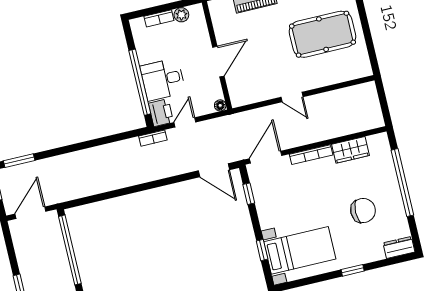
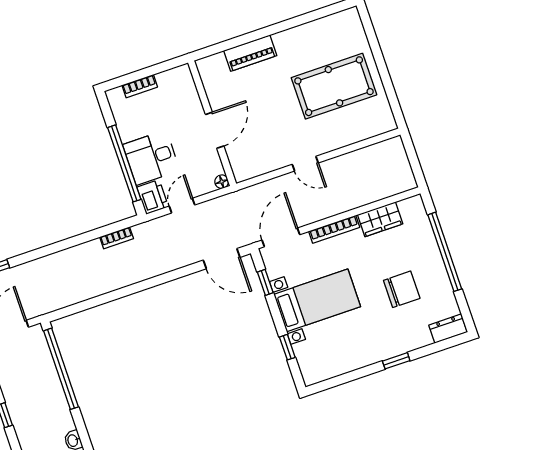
plant: (181, 15) -> (166, 79), removed
bookcase: (153, 138) -> (117, 238), moved
bed with nightstands: (300, 250) -> (317, 300), moved

